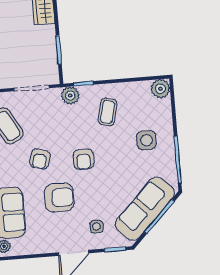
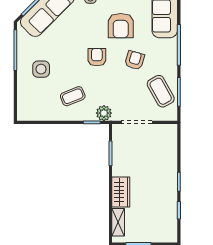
plant: (161, 89) -> (25, 113), removed
coffee table: (108, 112) -> (73, 96), turned 54
armchair: (59, 198) -> (121, 26), turned -90

